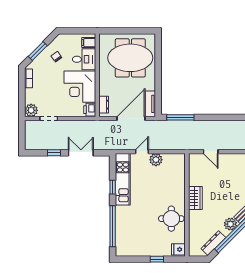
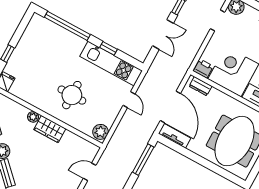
plant: (156, 160) -> (100, 132), moved
plant: (193, 215) -> (33, 117), added
round table: (171, 219) -> (72, 95), moved

